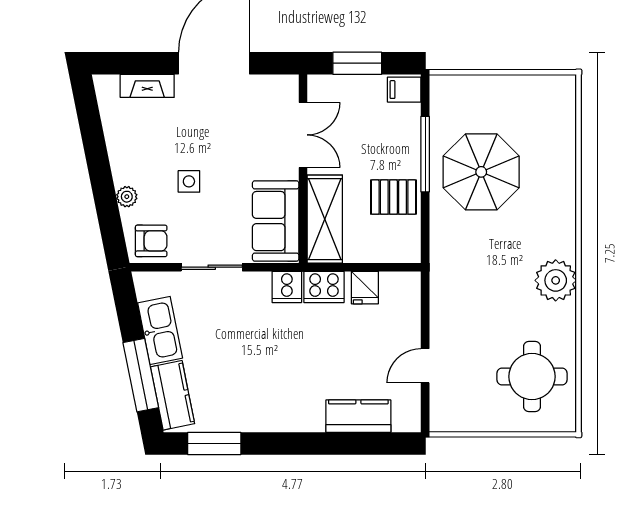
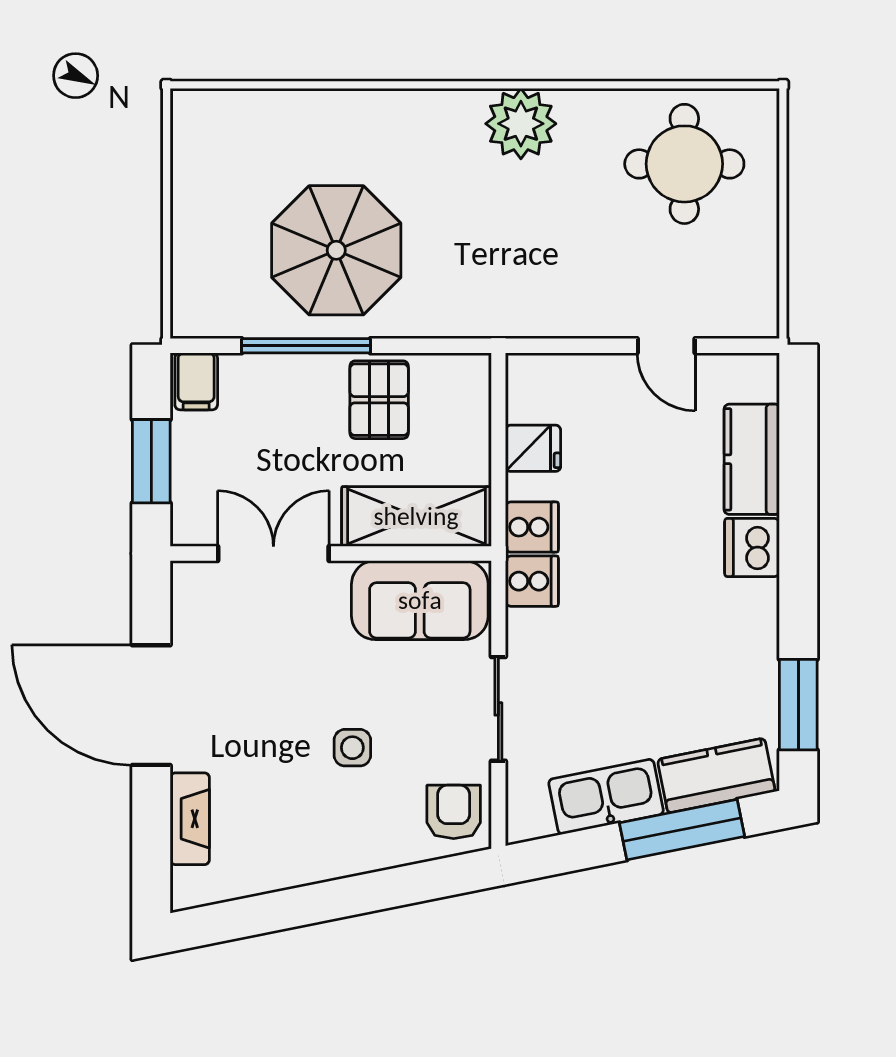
plant: (127, 197) -> (378, 853), removed
cooker: (324, 287) -> (532, 527), width x0.73
dishwasher: (307, 416) -> (752, 547), added

